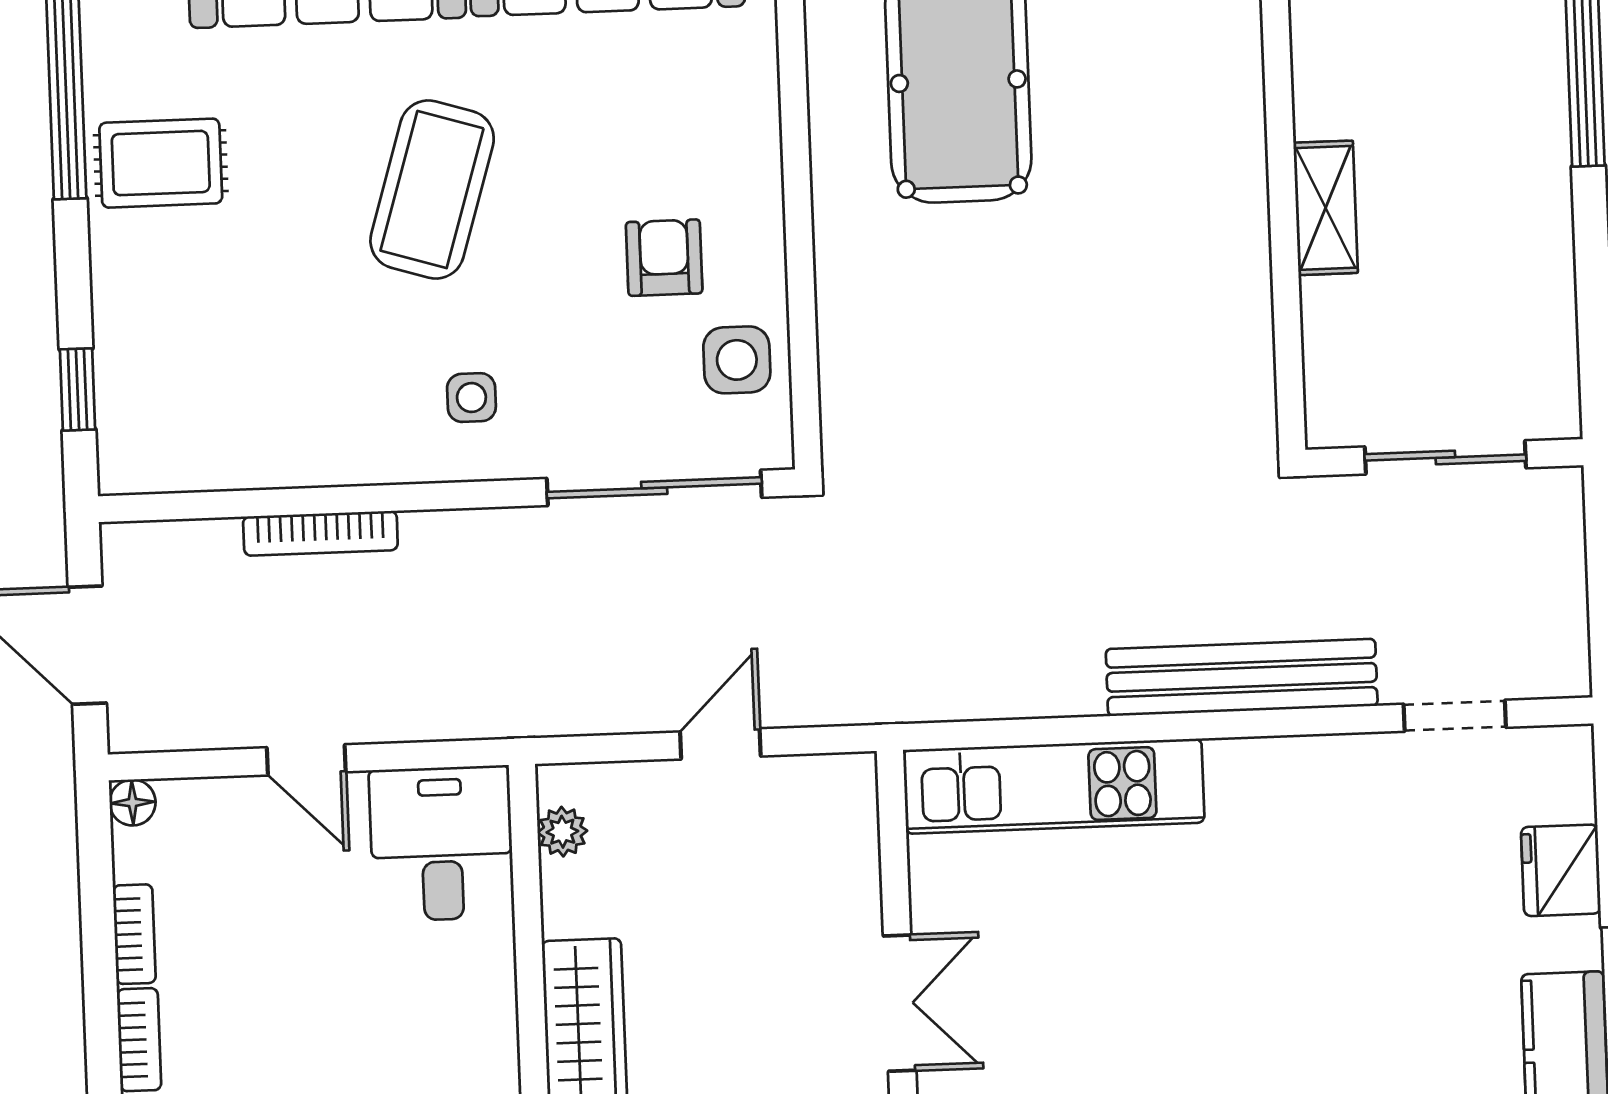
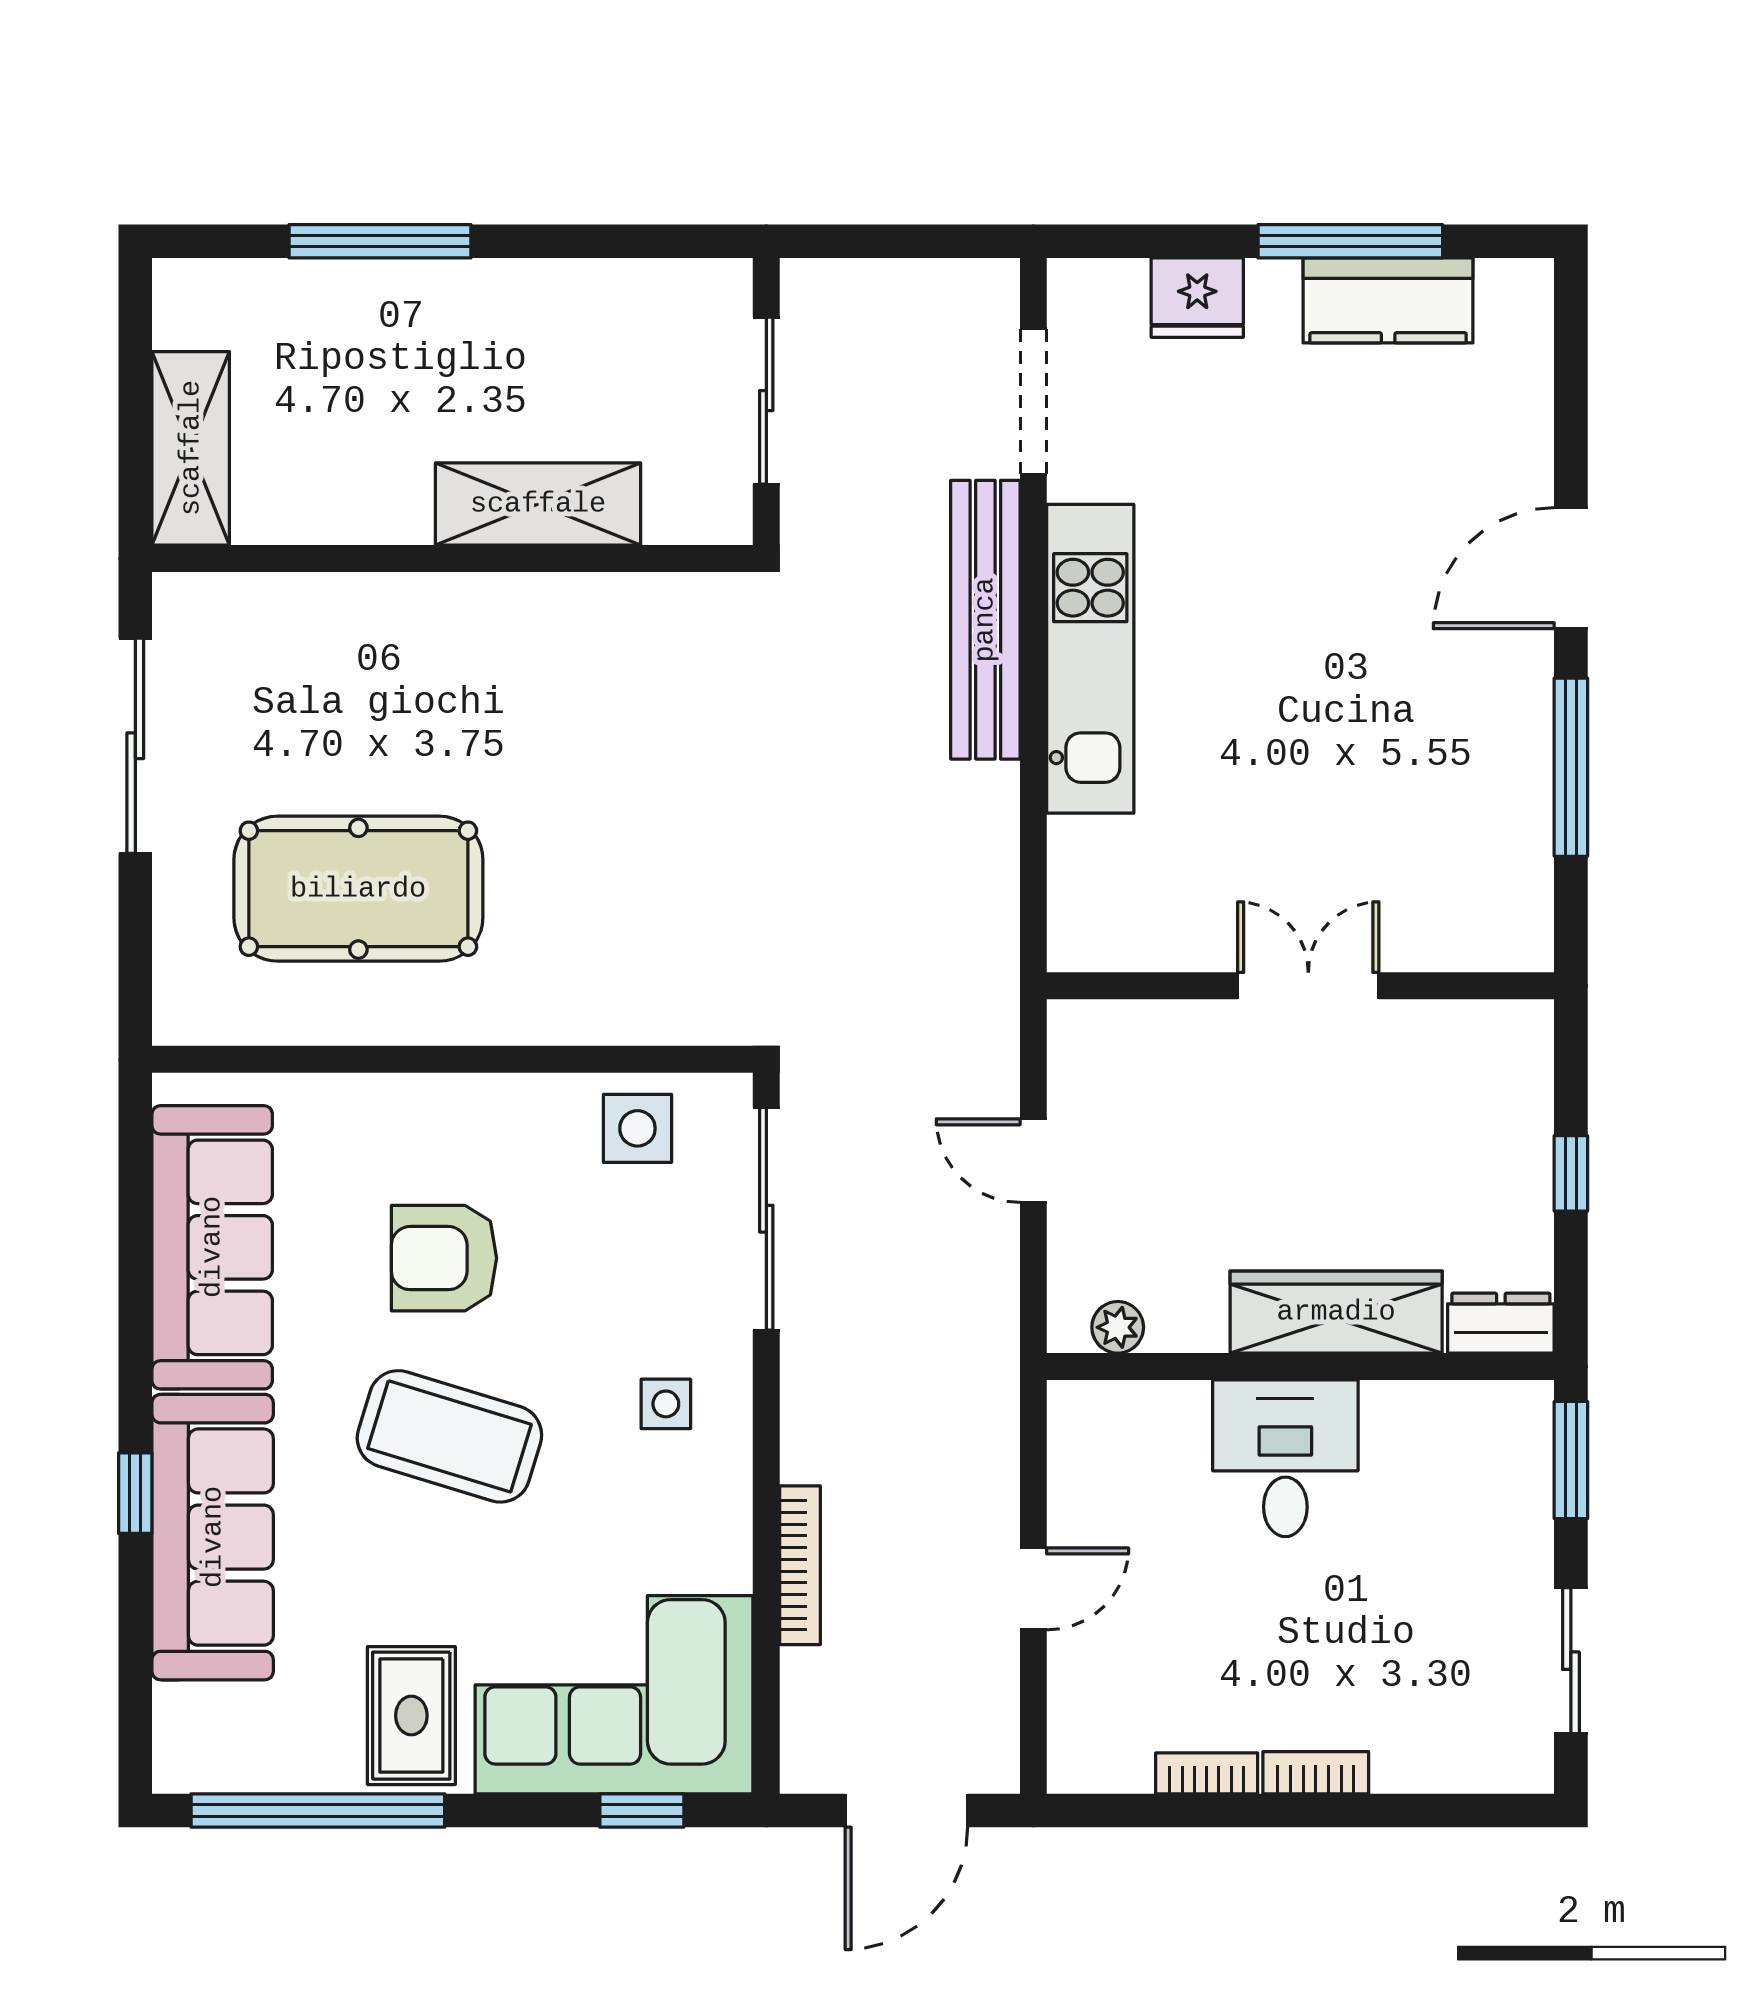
shelving: (1326, 208) -> (538, 504), width x1.50, depth x1.33
armchair: (664, 258) -> (444, 1258), moved, width x1.38, depth x1.38
corner sofa: (188, 358) -> (614, 1695), added
doorway: (1455, 716) -> (1033, 401), width x1.38
kitchen unit: (1054, 786) -> (1090, 659), moved
floor lamp: (133, 802) -> (1071, 1770), removed
desk: (442, 844) -> (1285, 1458), moved, turned 90

